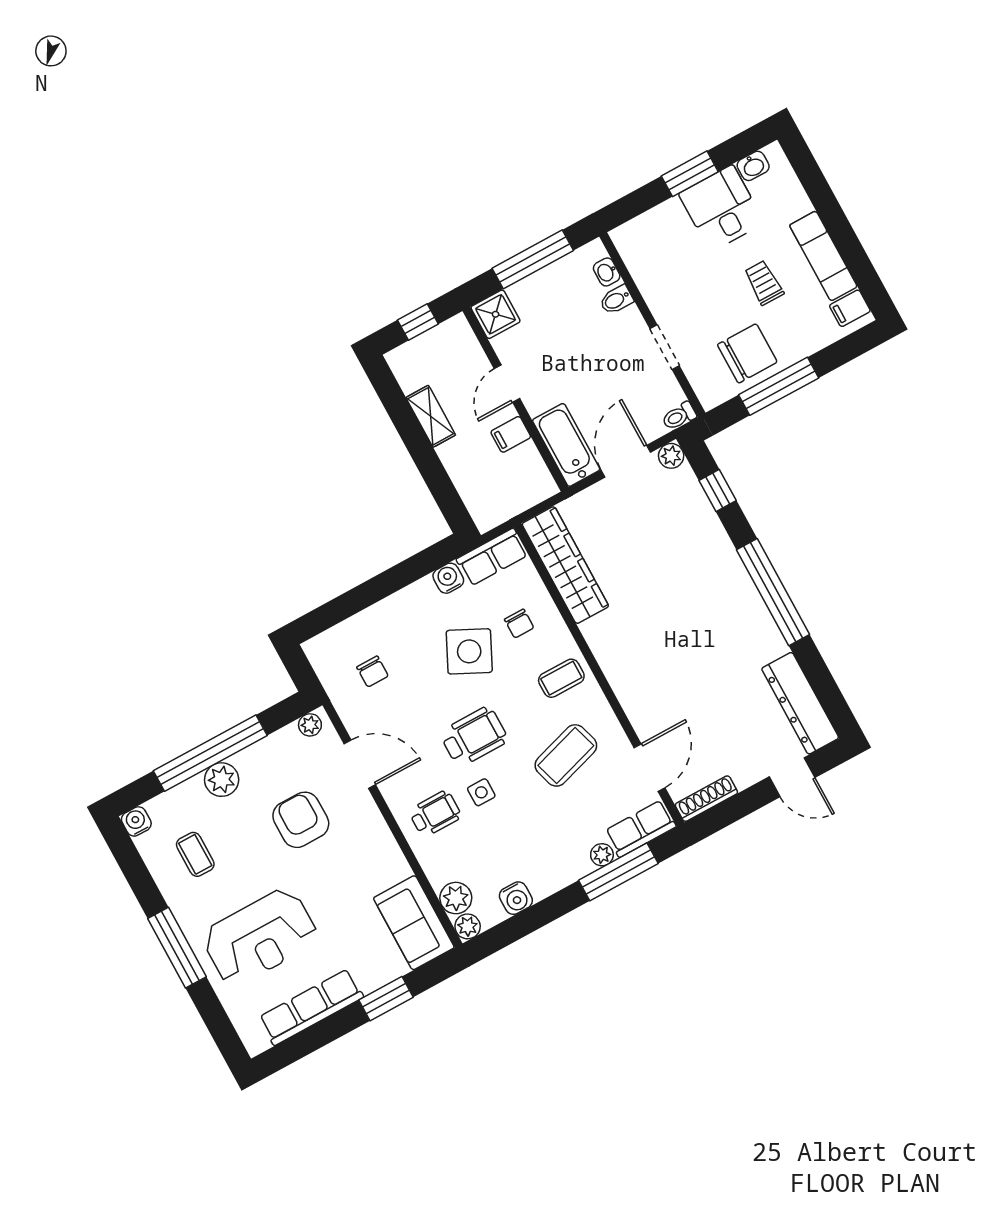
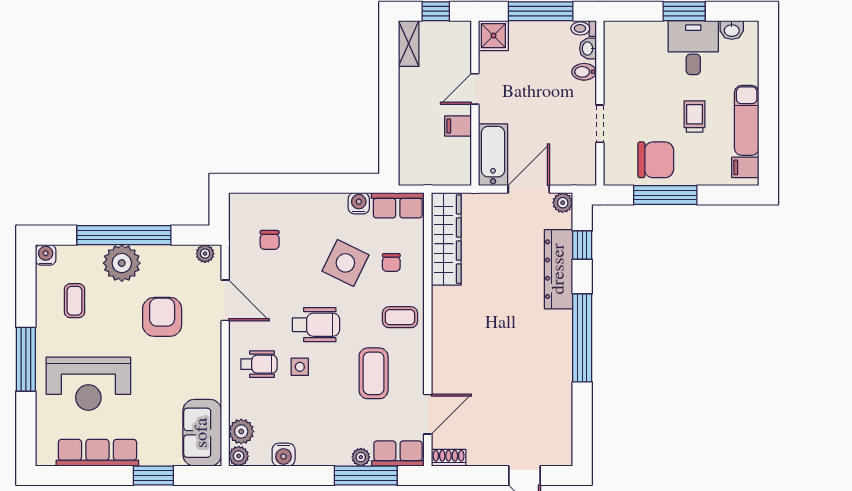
shelving: (431, 416) -> (409, 44), moved
toilet: (679, 416) -> (584, 28), moved
dresser: (800, 703) -> (559, 269), moved
coffee table: (566, 755) -> (374, 373), turned -73
plant: (222, 780) -> (122, 263), width x1.36, depth x1.36
shoe rack: (706, 799) -> (449, 458), width x0.70

